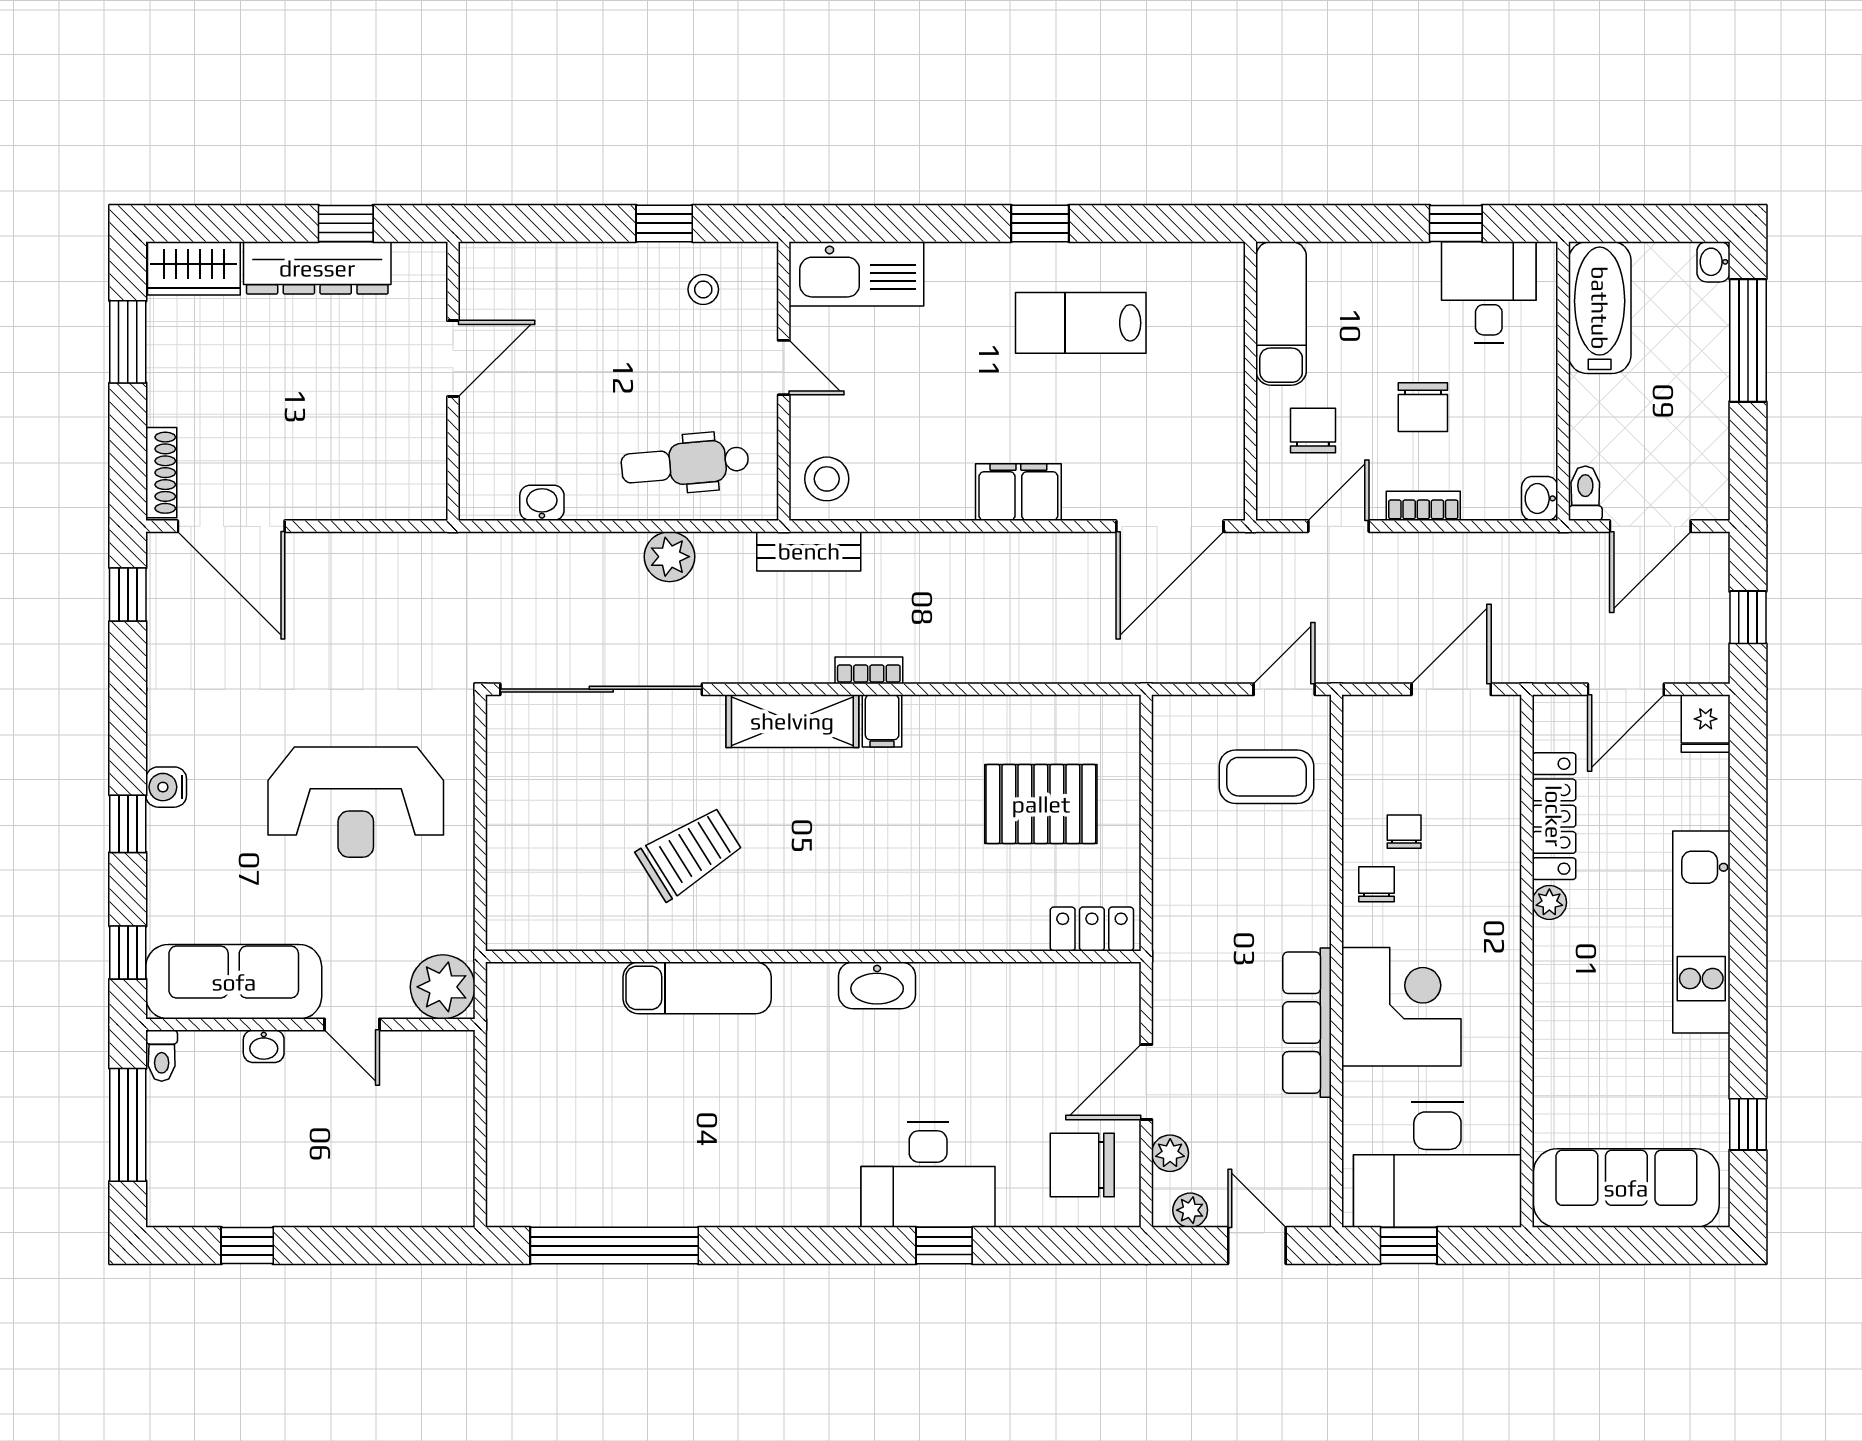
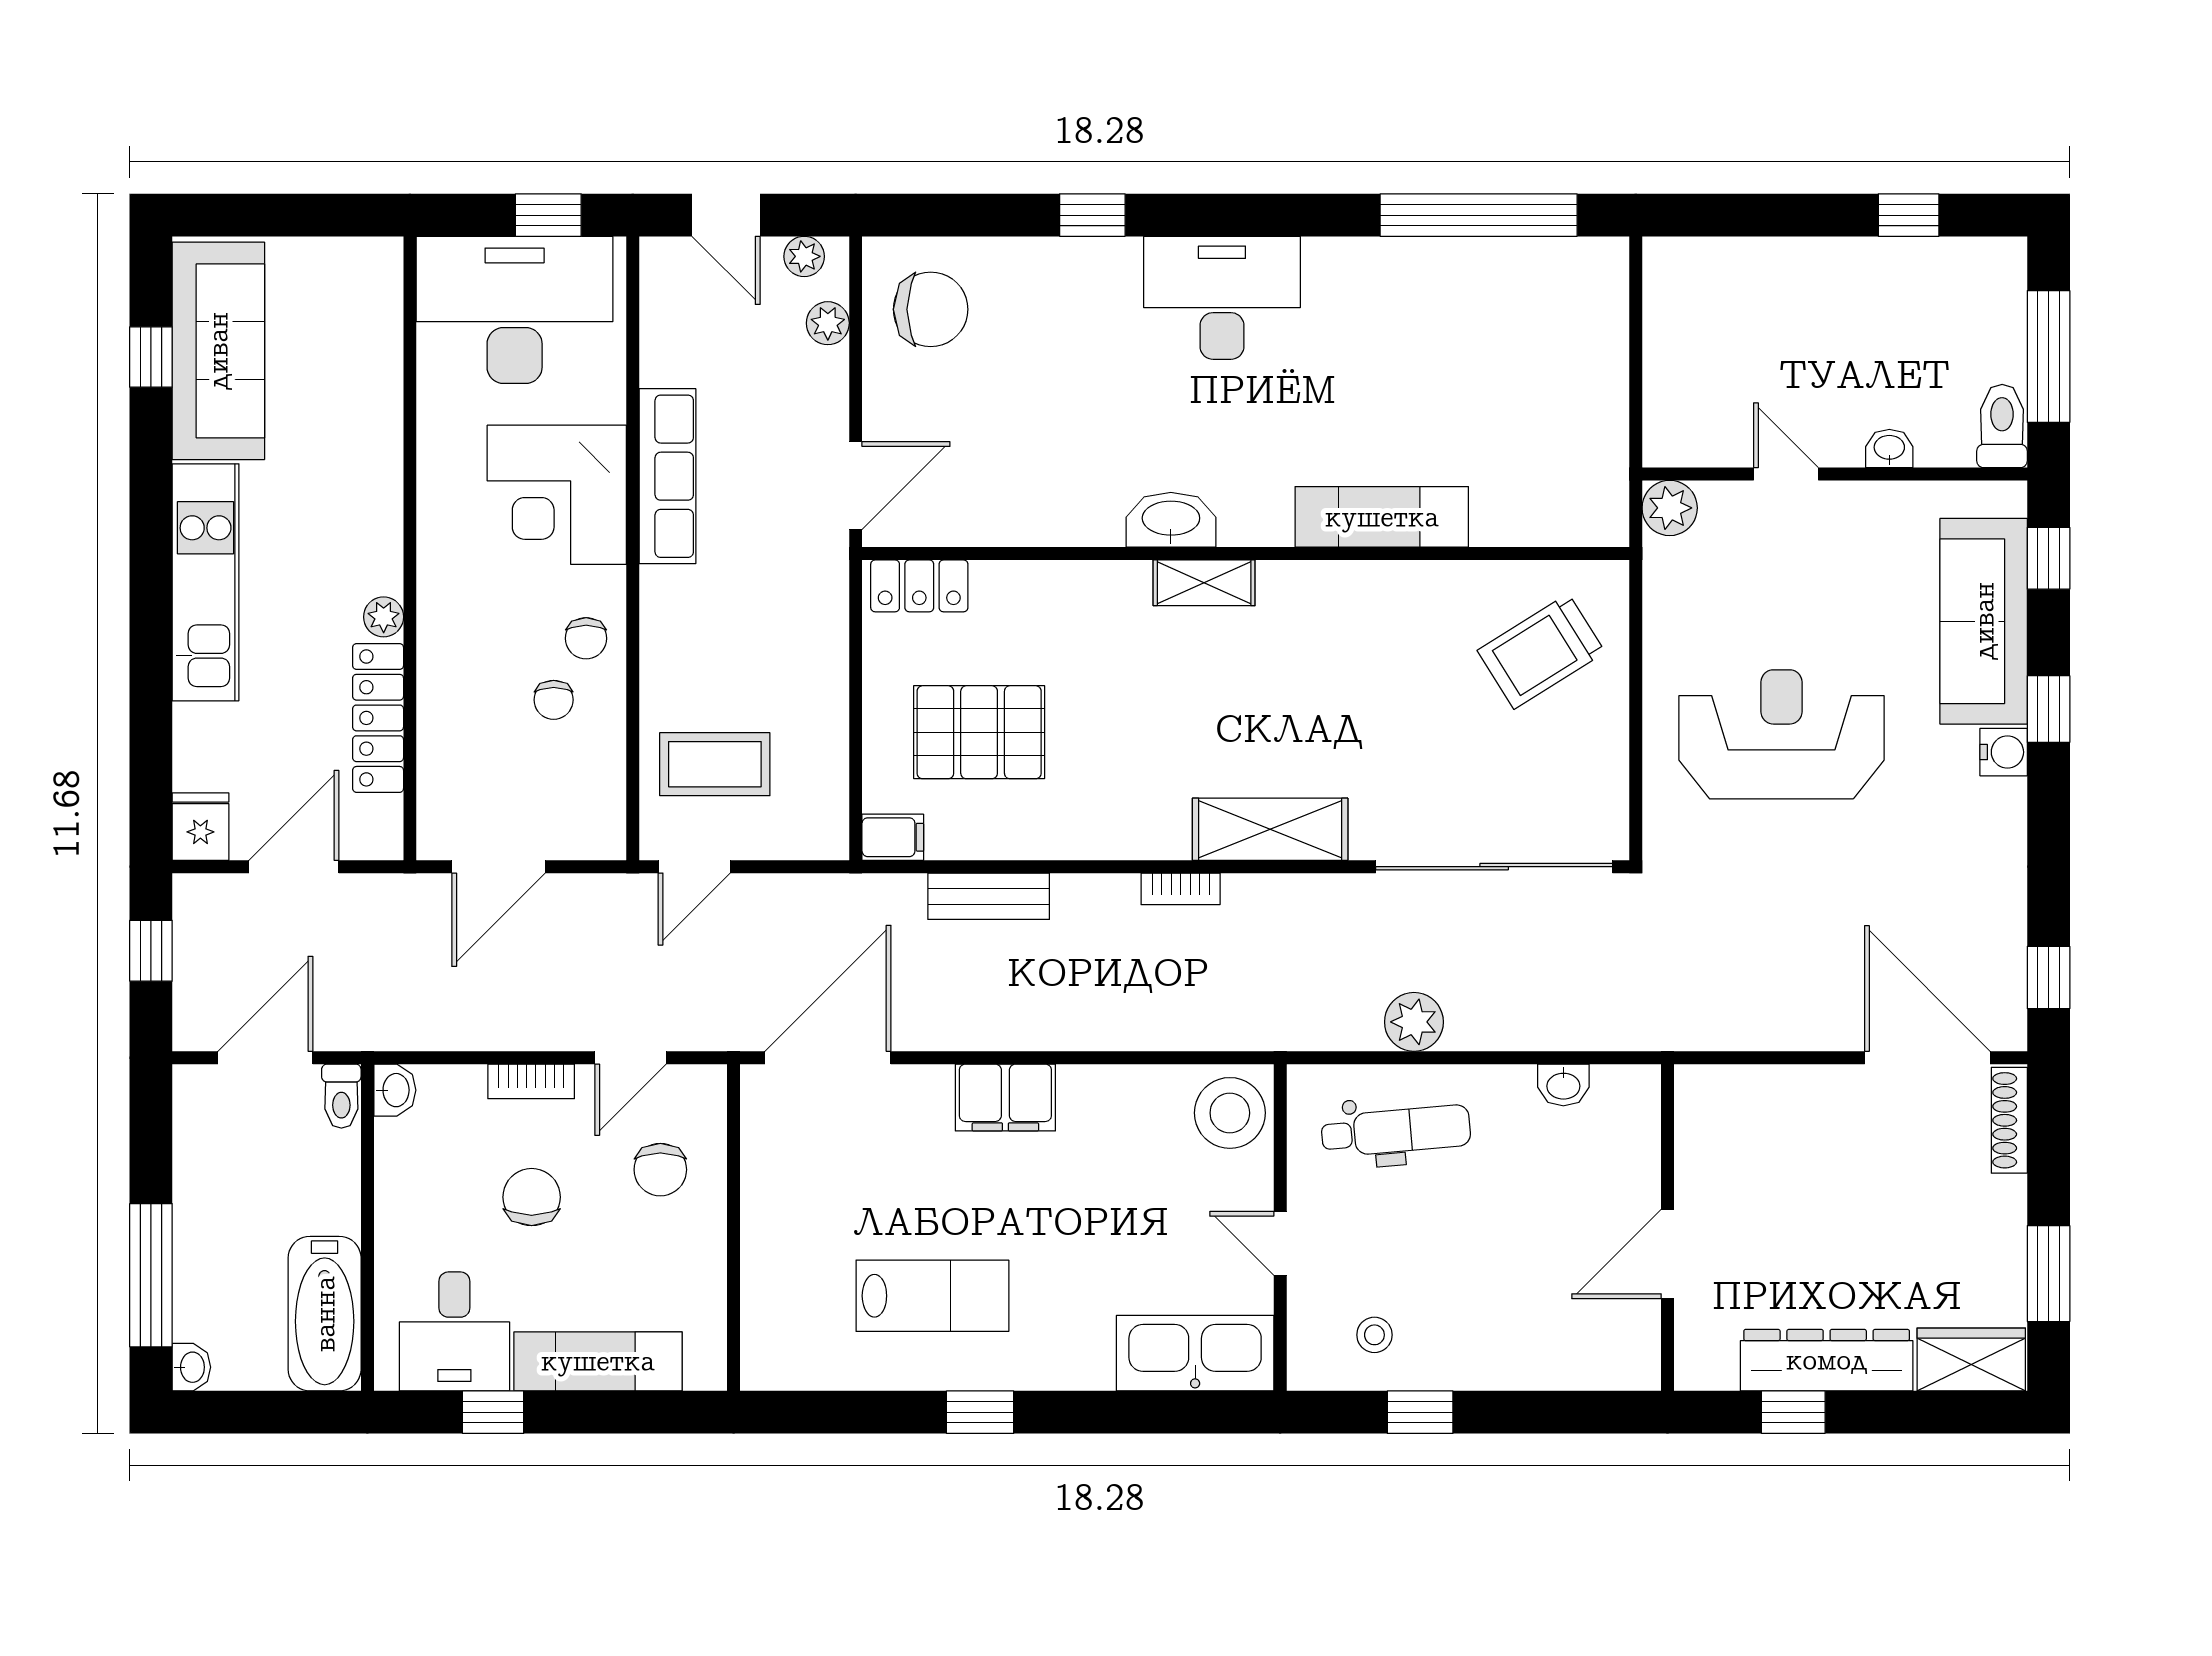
exam couch: (1281, 313) -> (598, 1361), moved, turned 90
stool: (827, 479) -> (1230, 1113), width x1.38, depth x1.38
bench: (809, 551) -> (989, 896), moved
filing cabinet: (882, 721) -> (893, 837), moved, turned 90
trolley: (690, 853) -> (1541, 651), moved
shelving: (849, 932) -> (1204, 583), added
sofa: (234, 982) -> (1984, 621), moved, turned 90
plant: (443, 987) -> (1670, 508), width x0.73, depth x0.73
toilet: (162, 1056) -> (2002, 426), width x1.37, depth x1.39
door: (1146, 1082) -> (856, 486), moved
desk: (928, 1175) -> (1222, 298), moved
sofa: (1626, 1188) -> (218, 351), moved, turned -90

